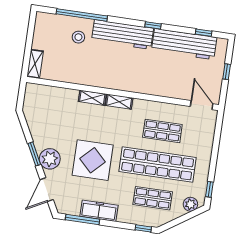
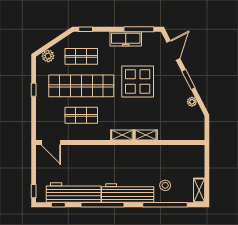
window: (153, 25) -> (103, 205), width x3.17
shelving: (35, 64) -> (199, 190), moved
window: (227, 72) -> (34, 191), moved
plant: (50, 159) -> (192, 102), moved, width x0.53, depth x0.53
window: (209, 189) -> (34, 90), moved

